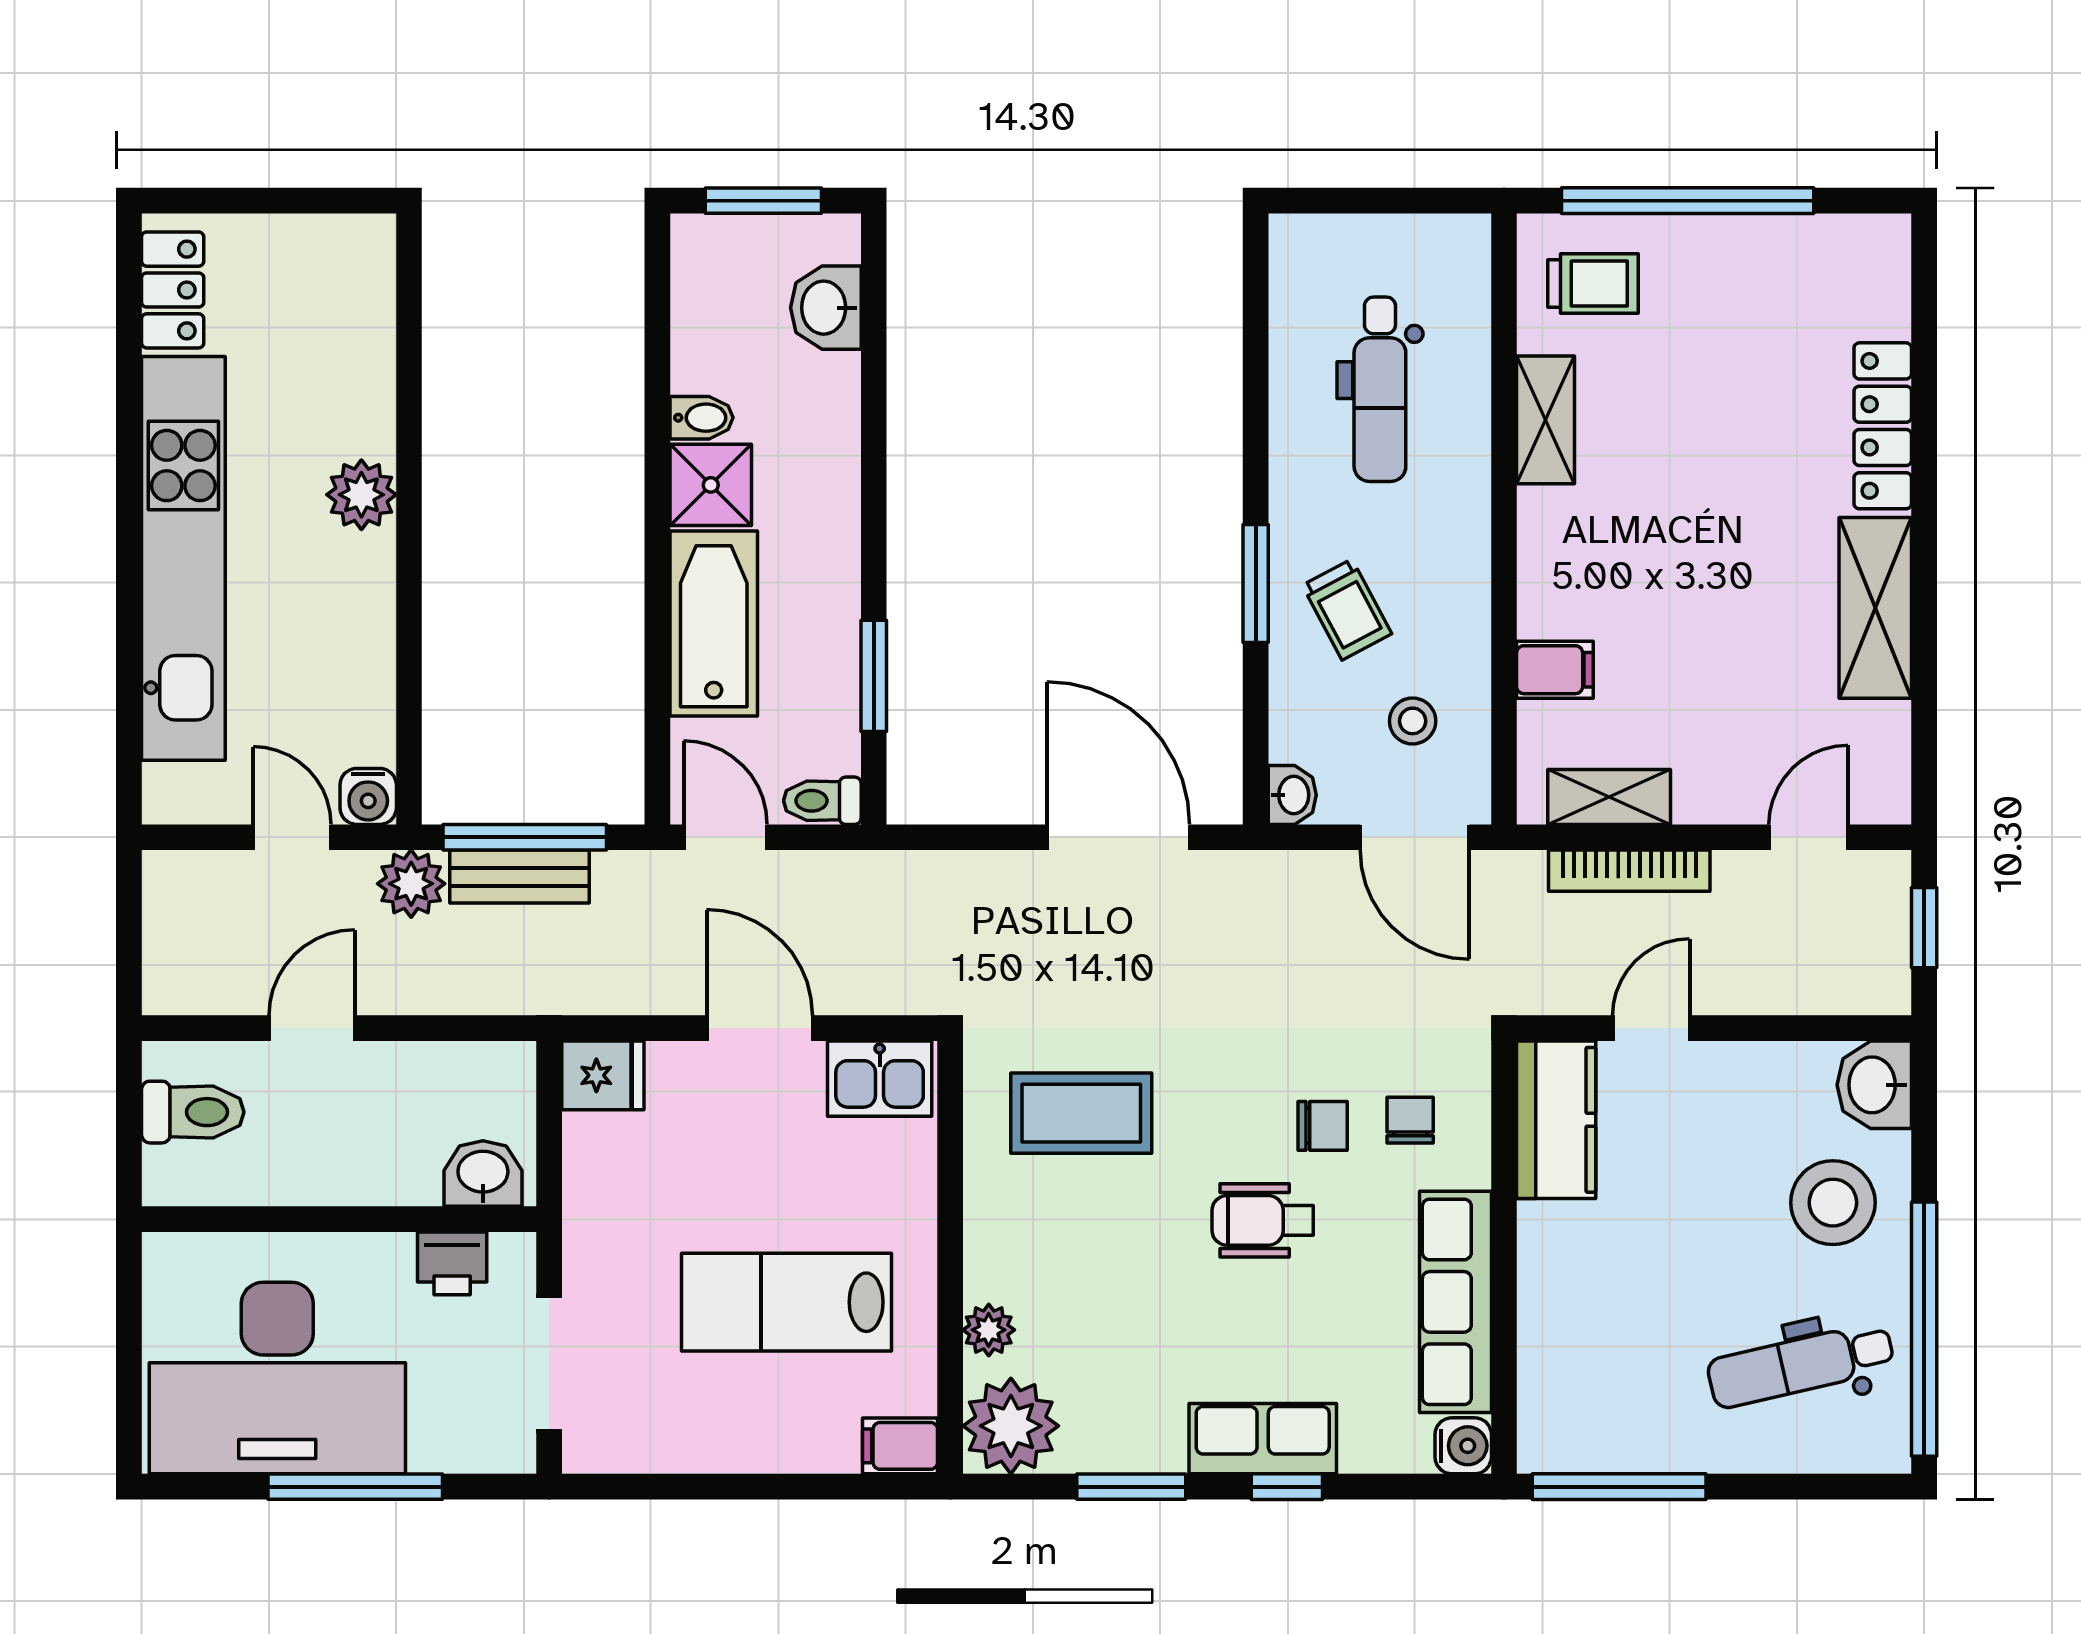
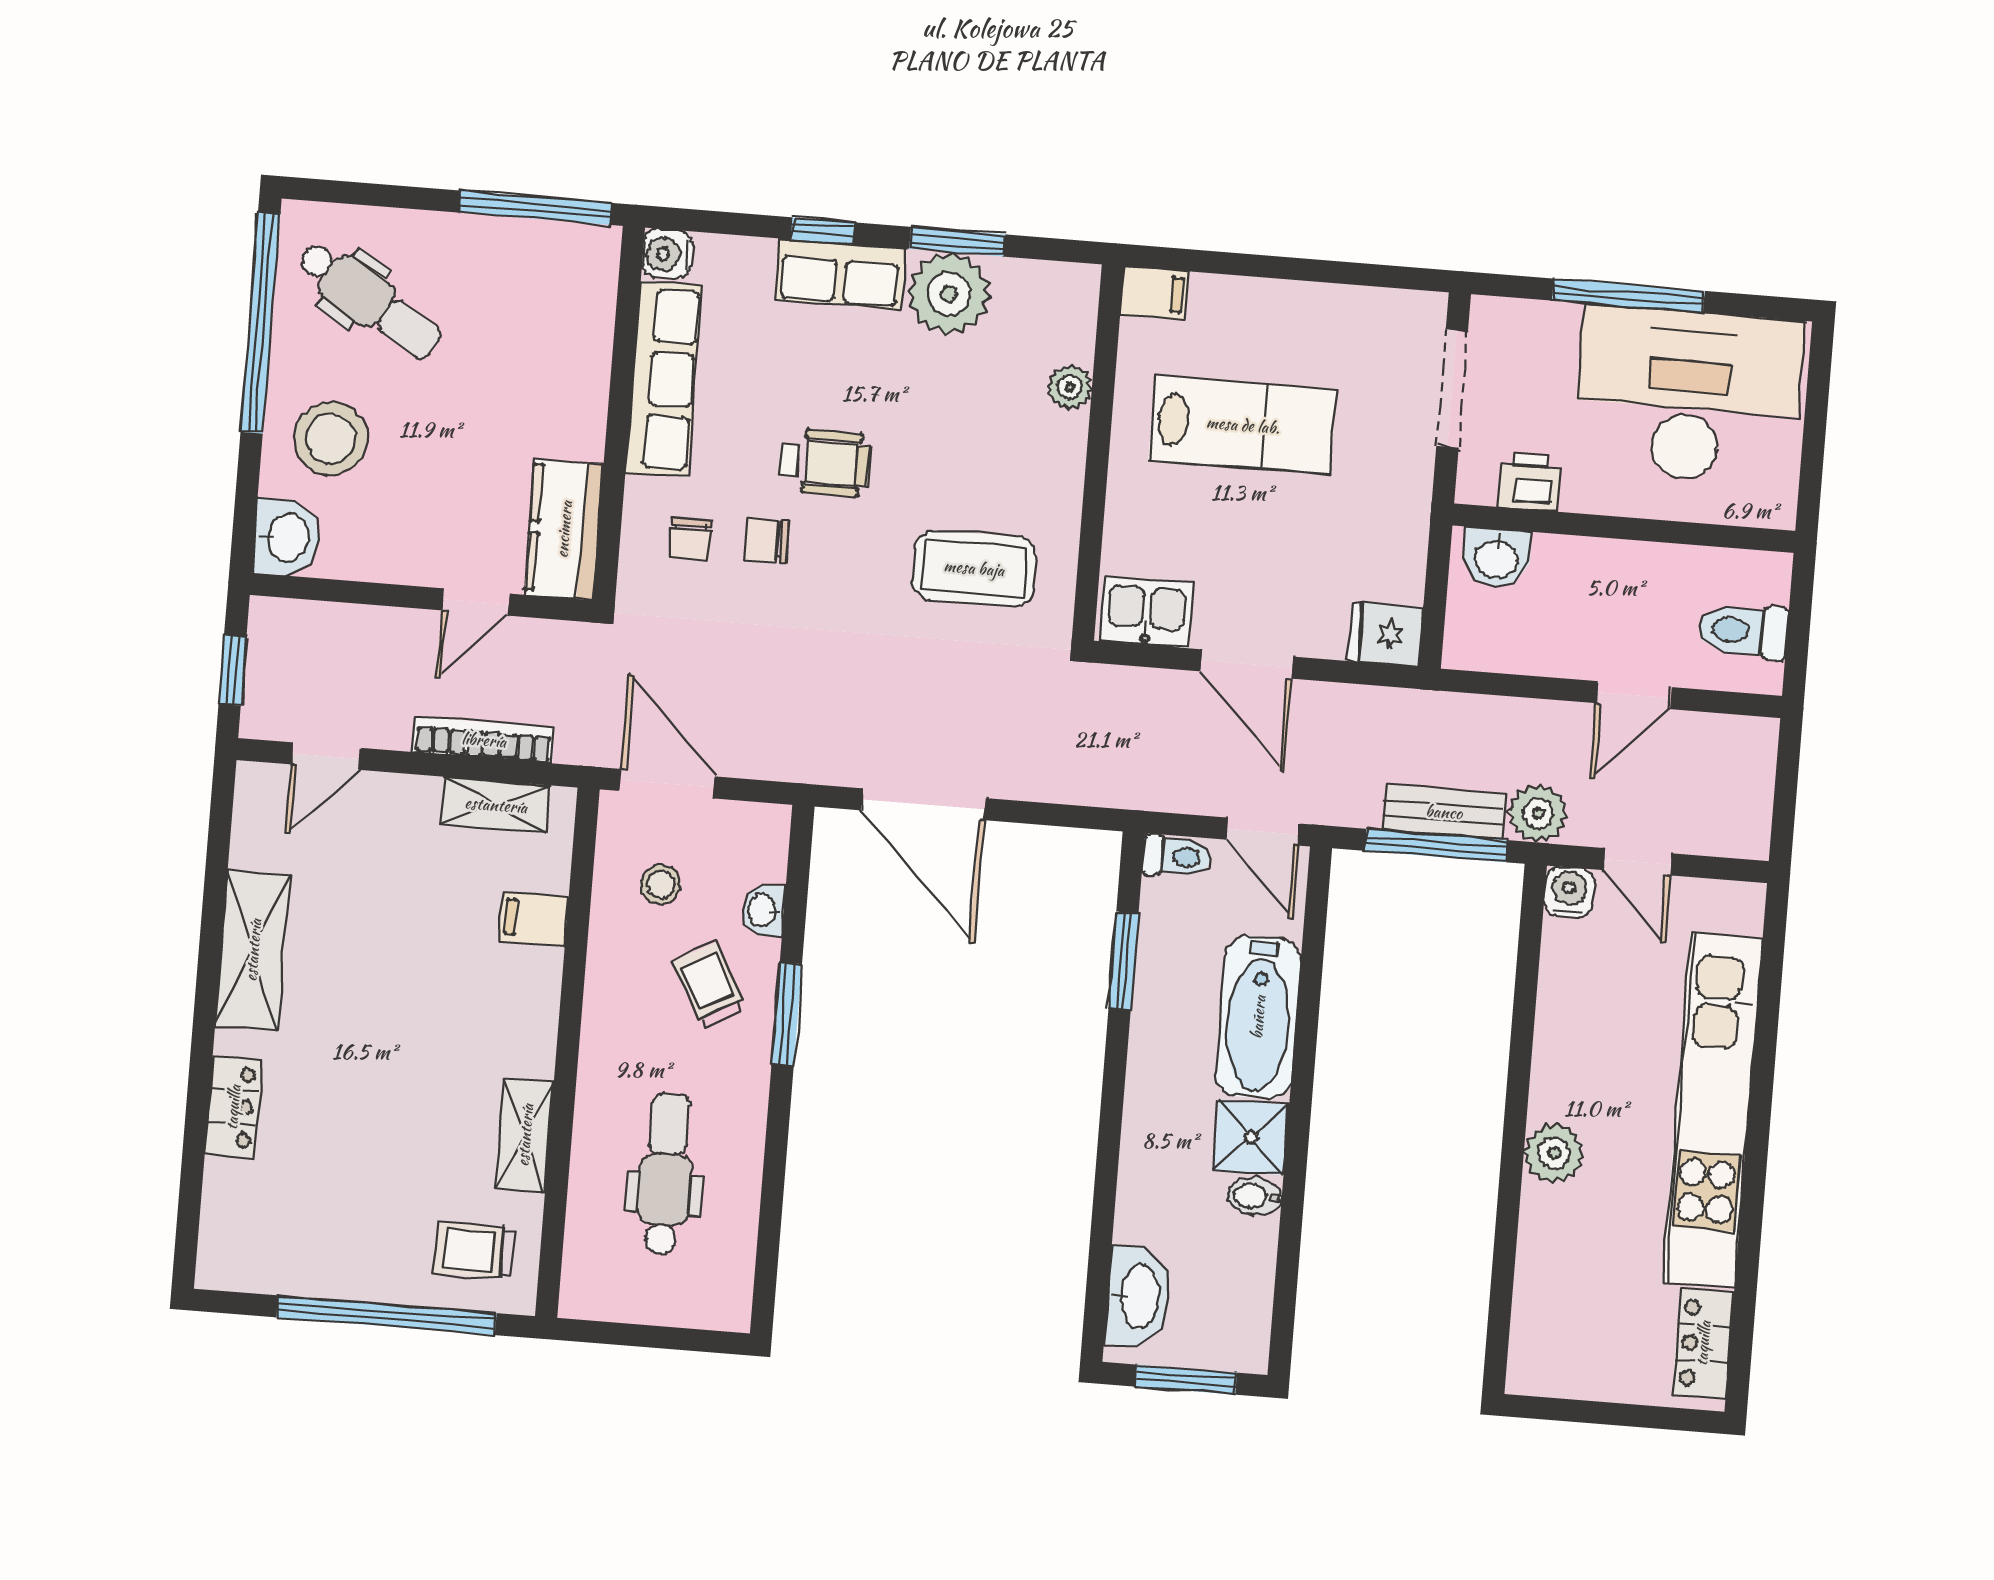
washbasin: (826, 308) -> (1138, 1297), width x1.38
locker: (1883, 426) -> (233, 1107), width x0.66
washbasin: (1292, 795) -> (763, 910), moved
dental chair: (1801, 1365) -> (370, 300), turned 45
plant: (1011, 1426) -> (949, 294), moved

